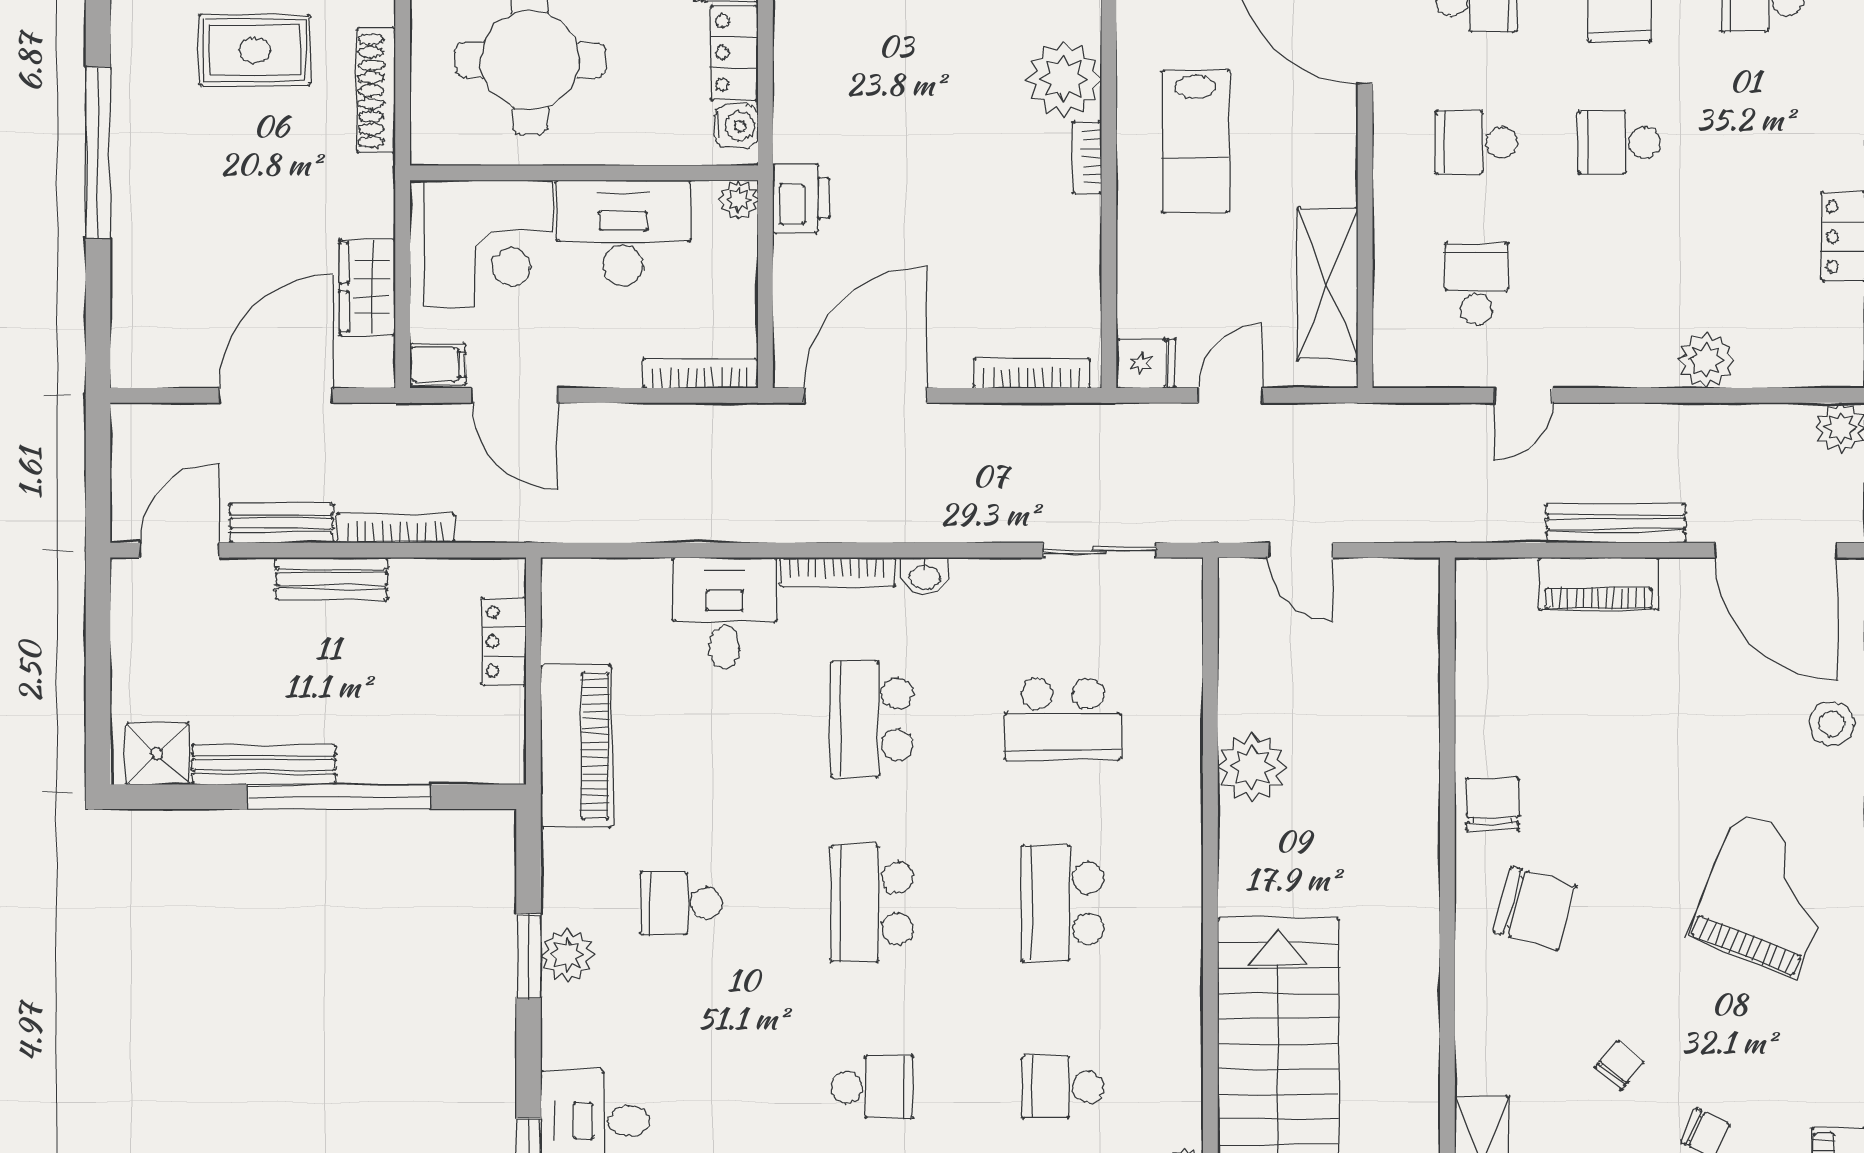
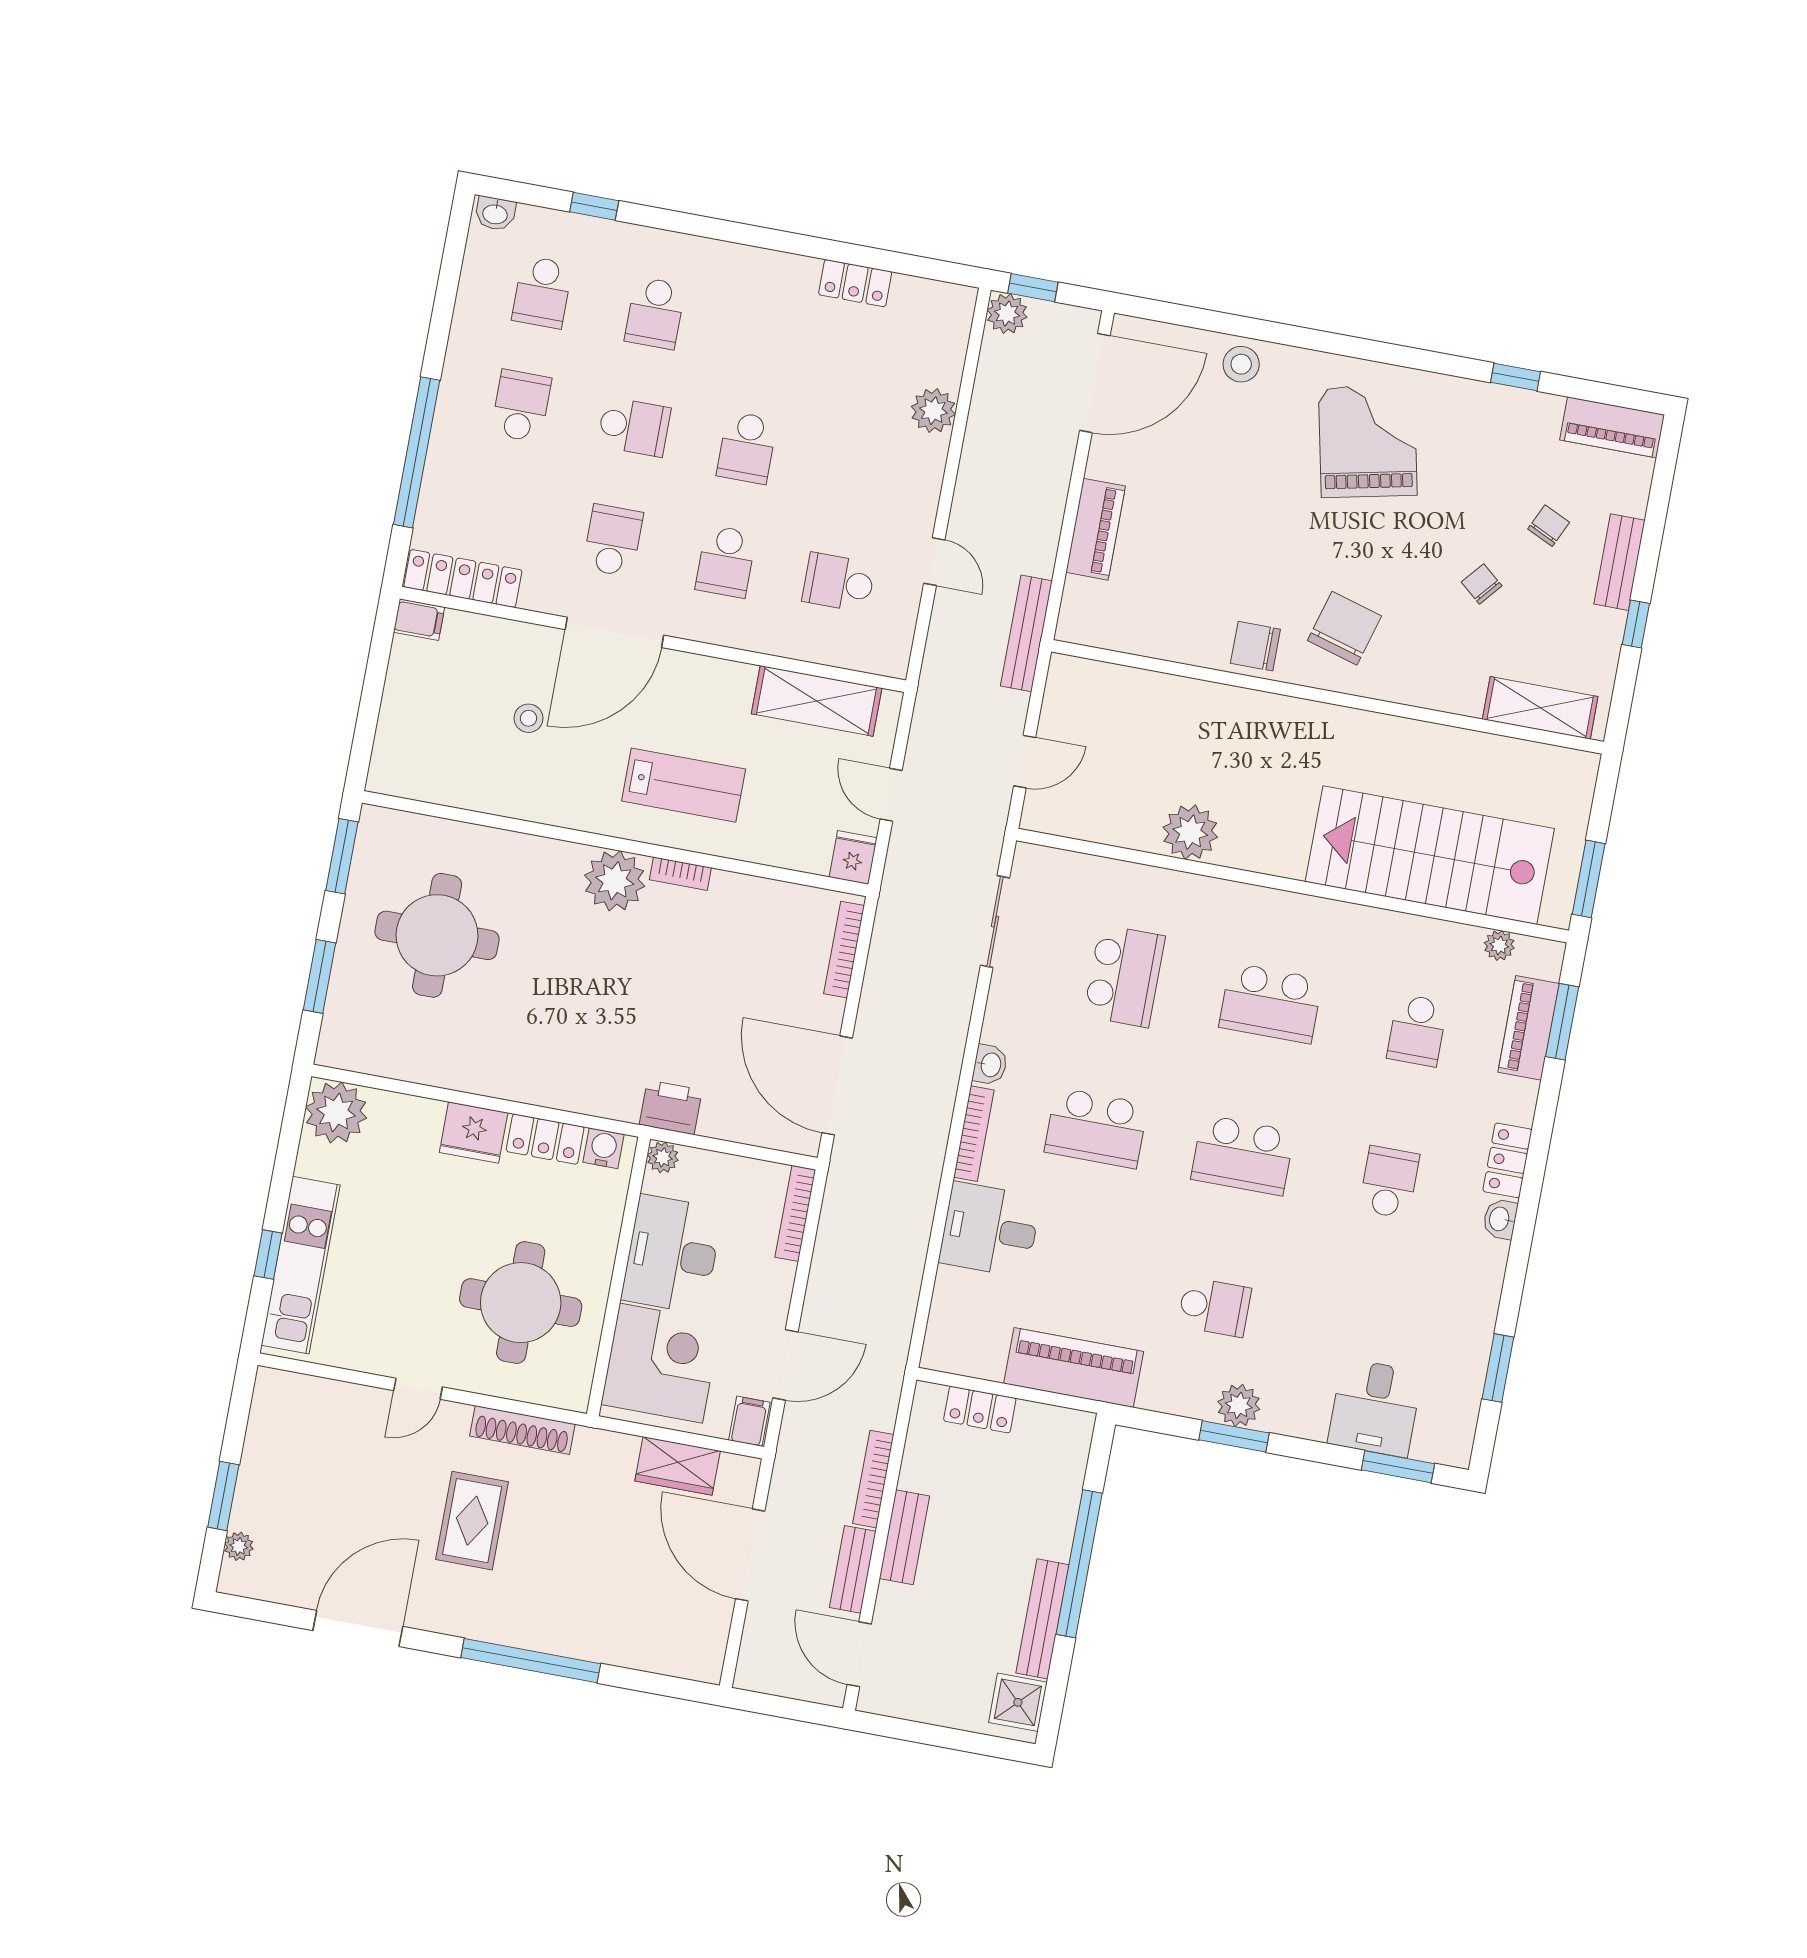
bench: (1616, 523) -> (1026, 633), moved
grand piano: (1767, 895) -> (1368, 441), turned 56
school desk: (681, 903) -> (1214, 1307), turned -90

